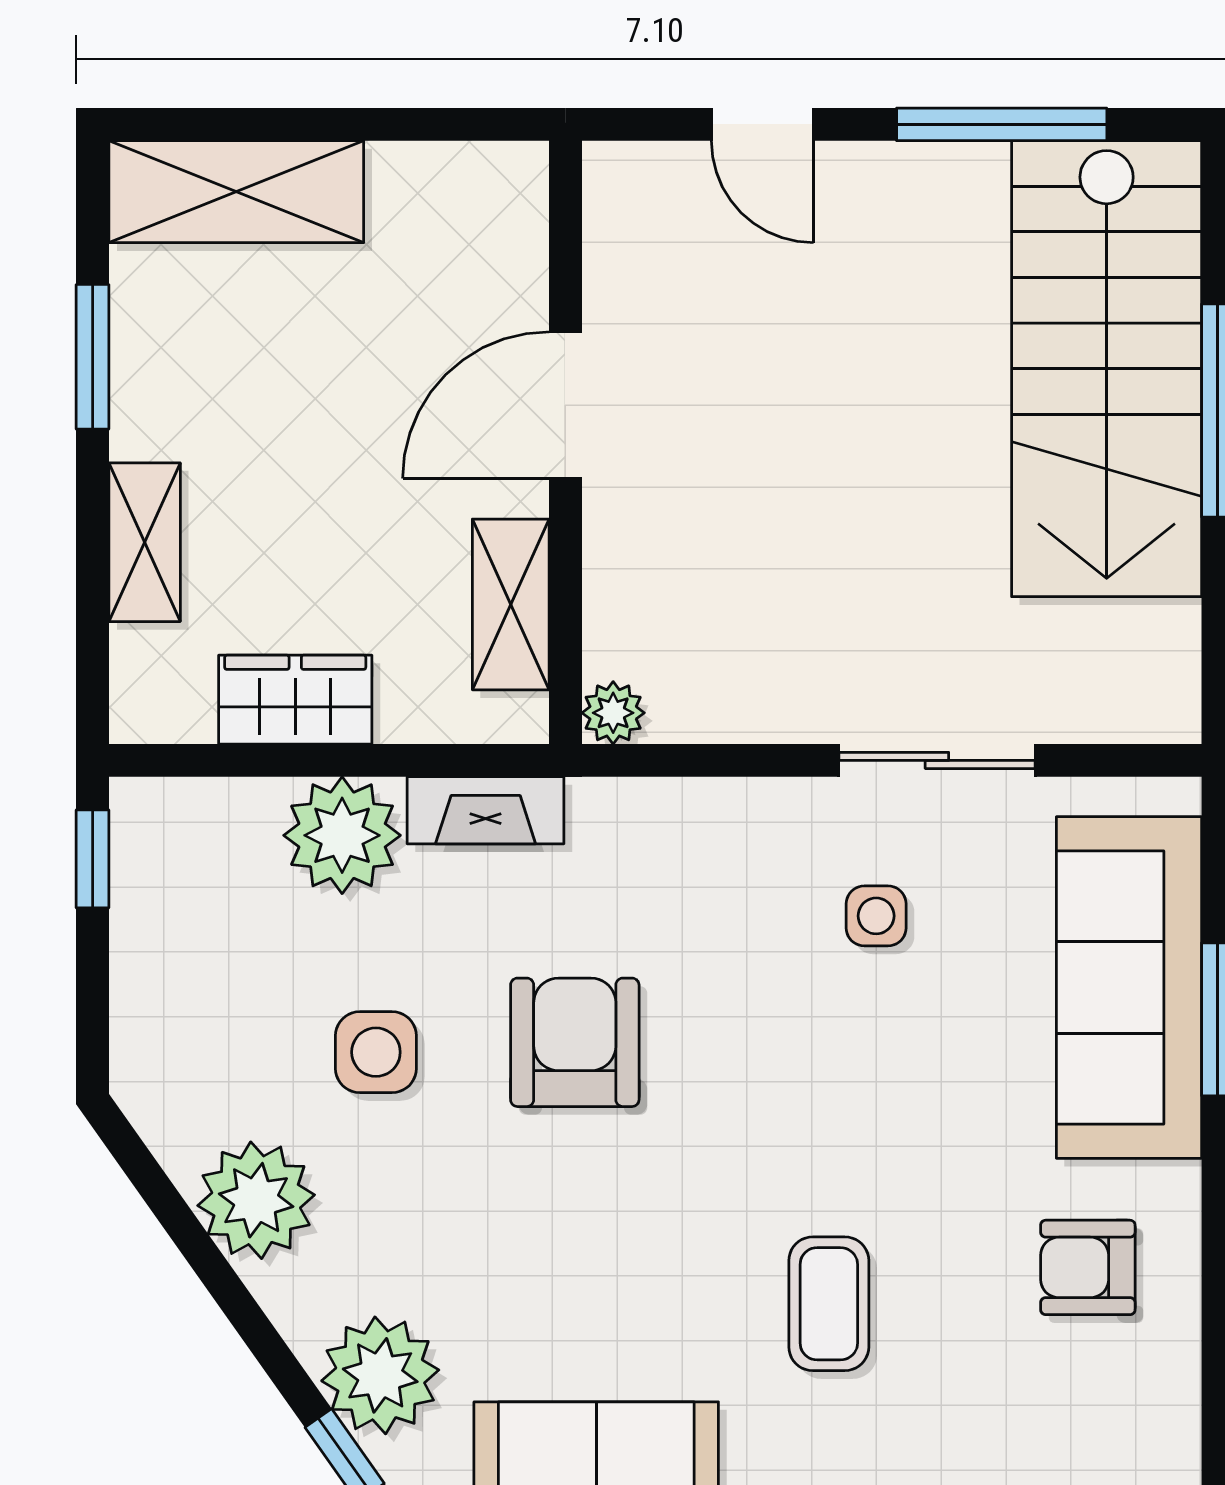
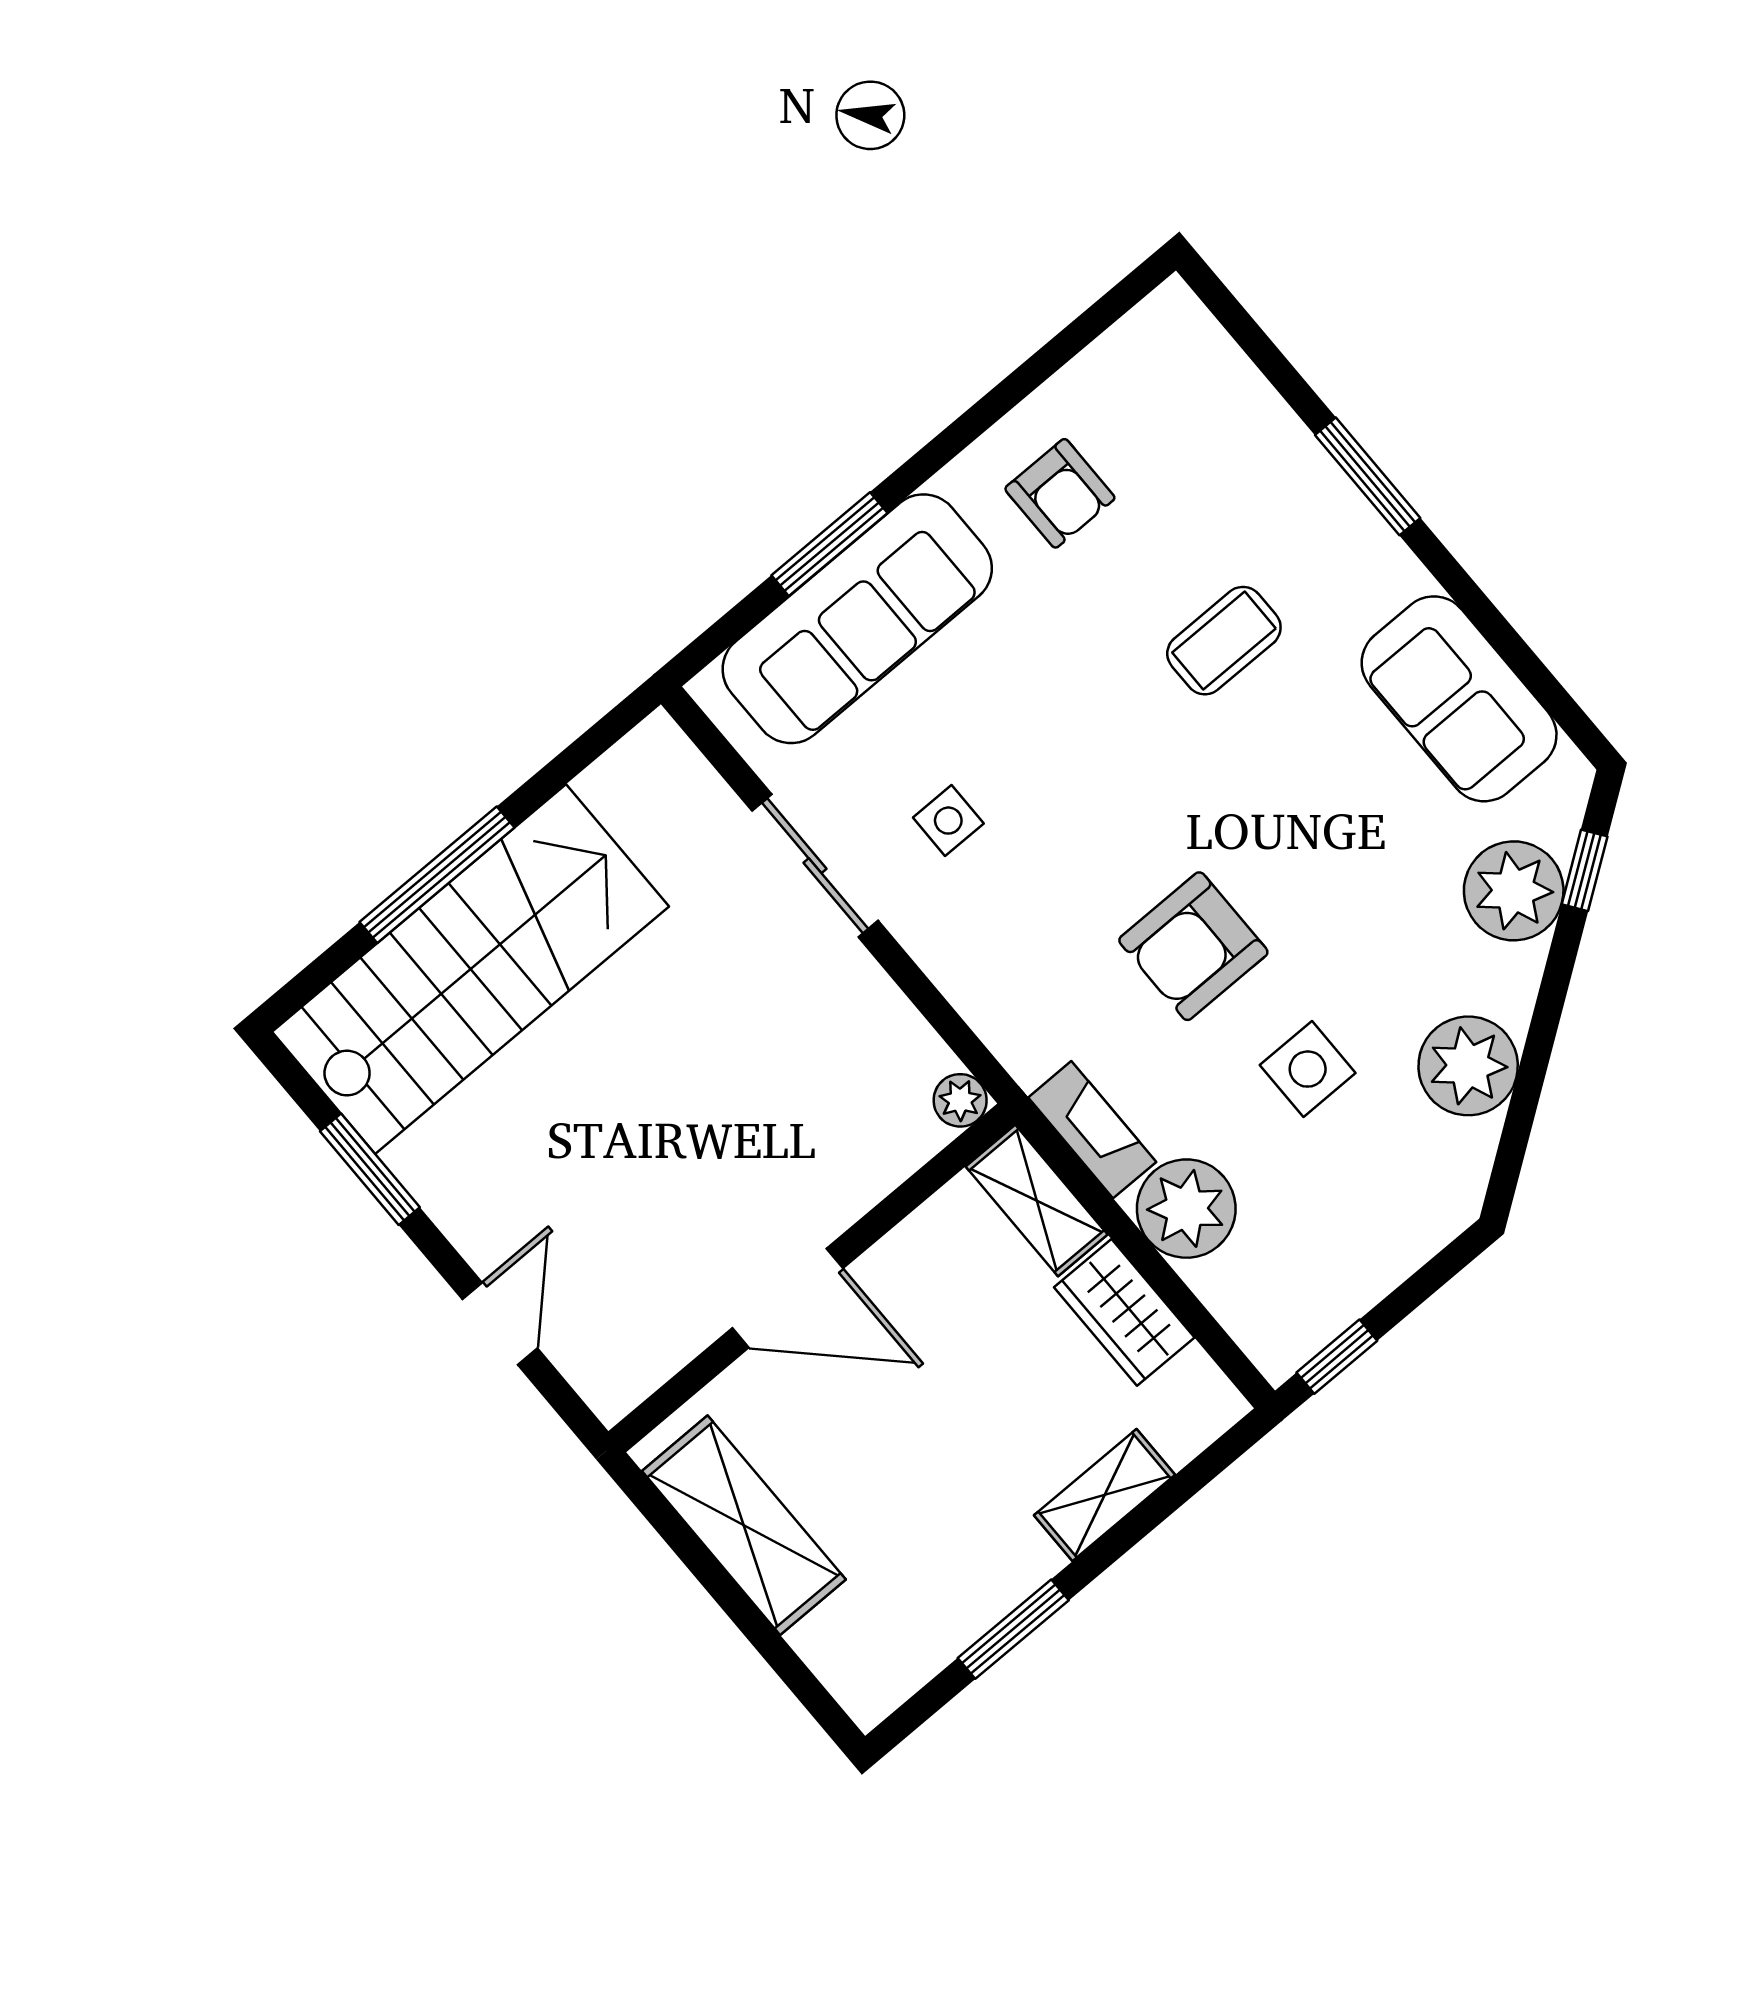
window: (1002, 124) -> (370, 1169), width x0.69
shelving: (236, 192) -> (744, 1525), moved
shelving: (511, 604) -> (1037, 1200), moved, turned 90

